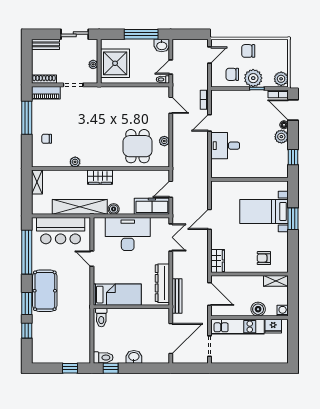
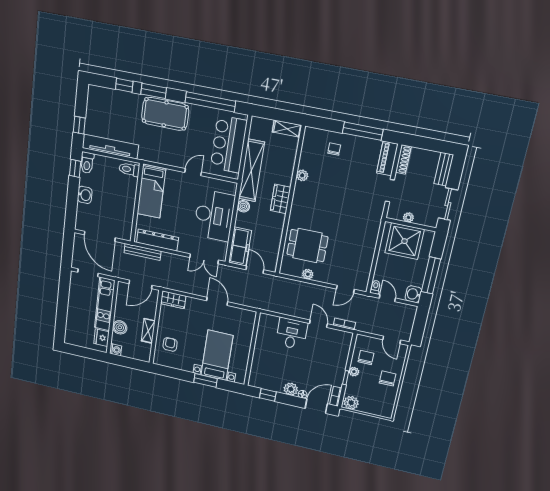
plant: (253, 78) -> (354, 372), width x0.53, depth x0.53
shelving: (276, 281) -> (148, 331), moved
tv unit: (84, 337) -> (110, 146), added

